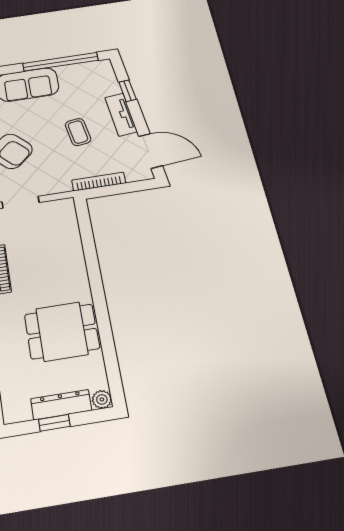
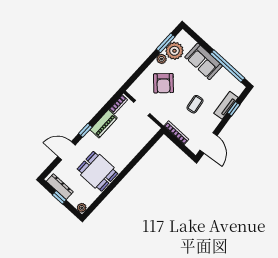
tv unit: (121, 115) -> (226, 105), moved
dresser: (61, 405) -> (60, 187), moved

